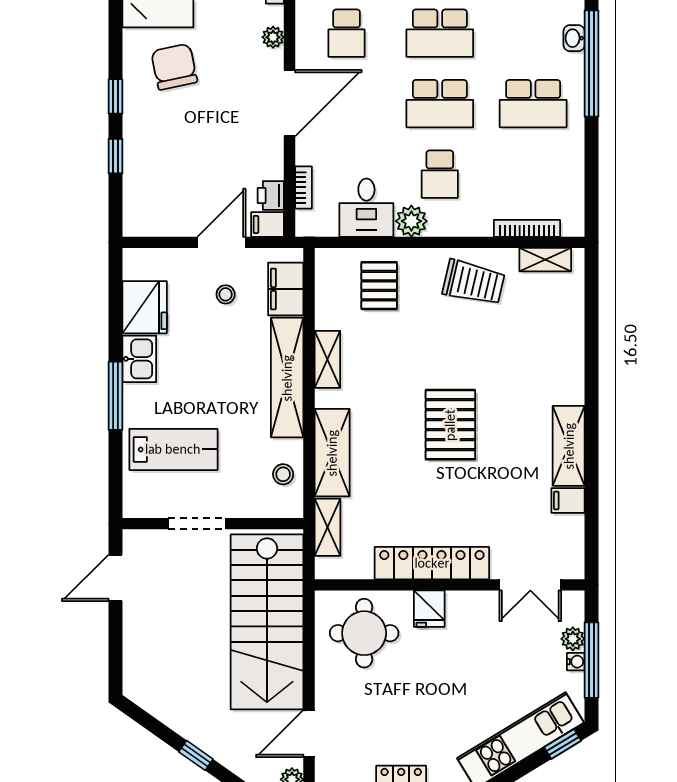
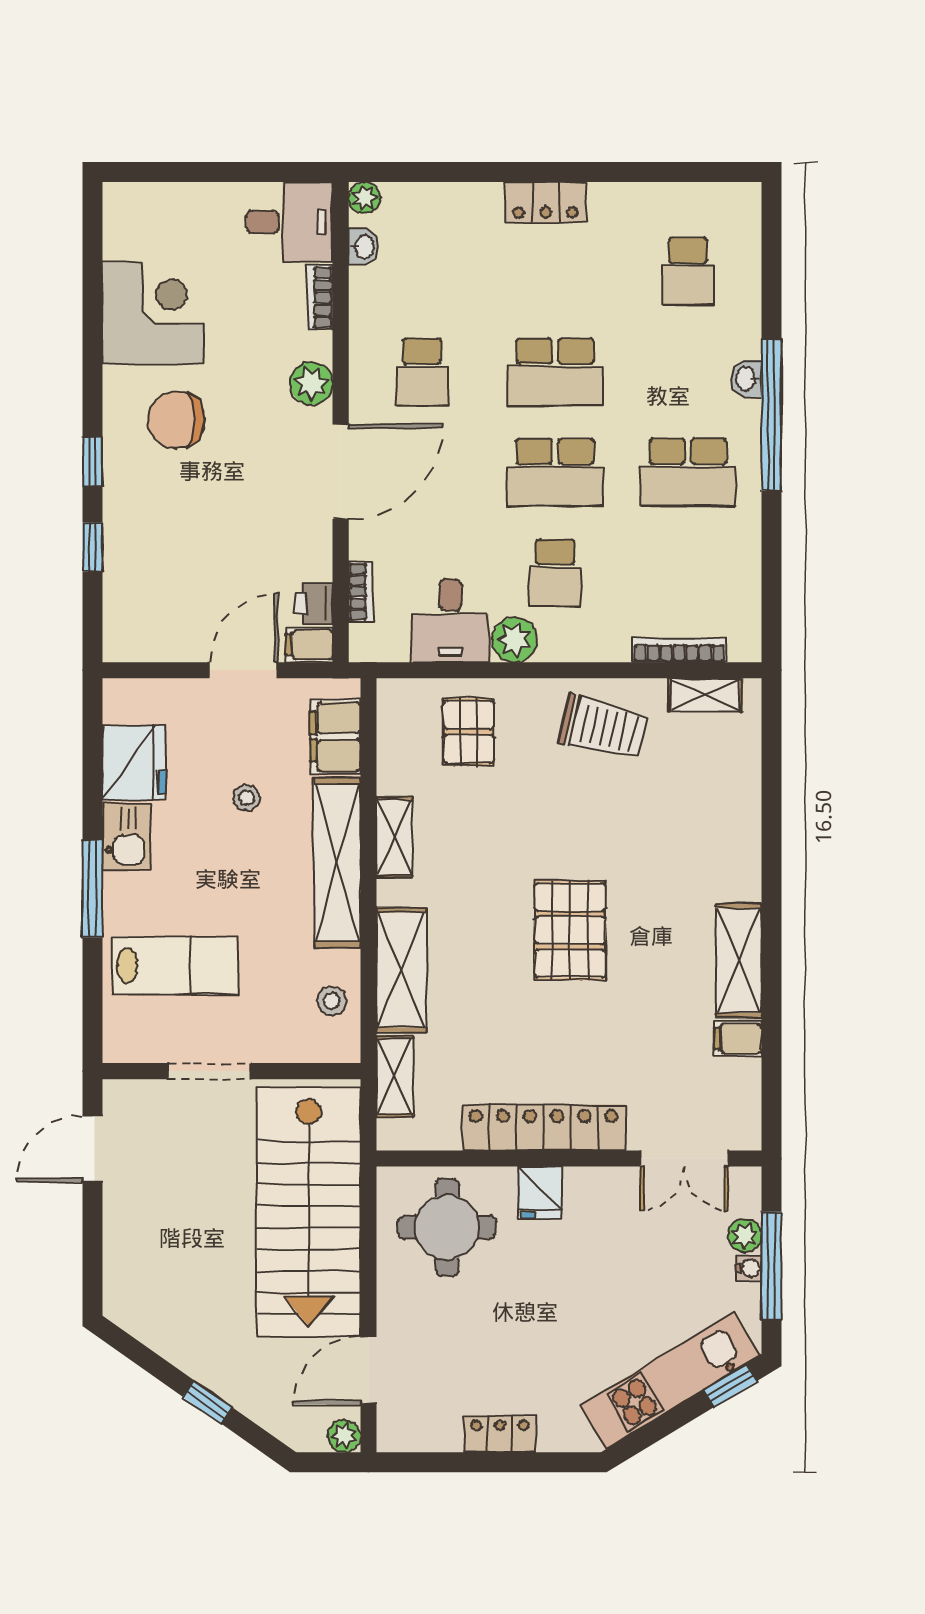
plant: (273, 37) -> (311, 383), width x1.38, depth x1.38
chair: (174, 67) -> (176, 420), turned -78
stool: (226, 294) -> (246, 798), moved

